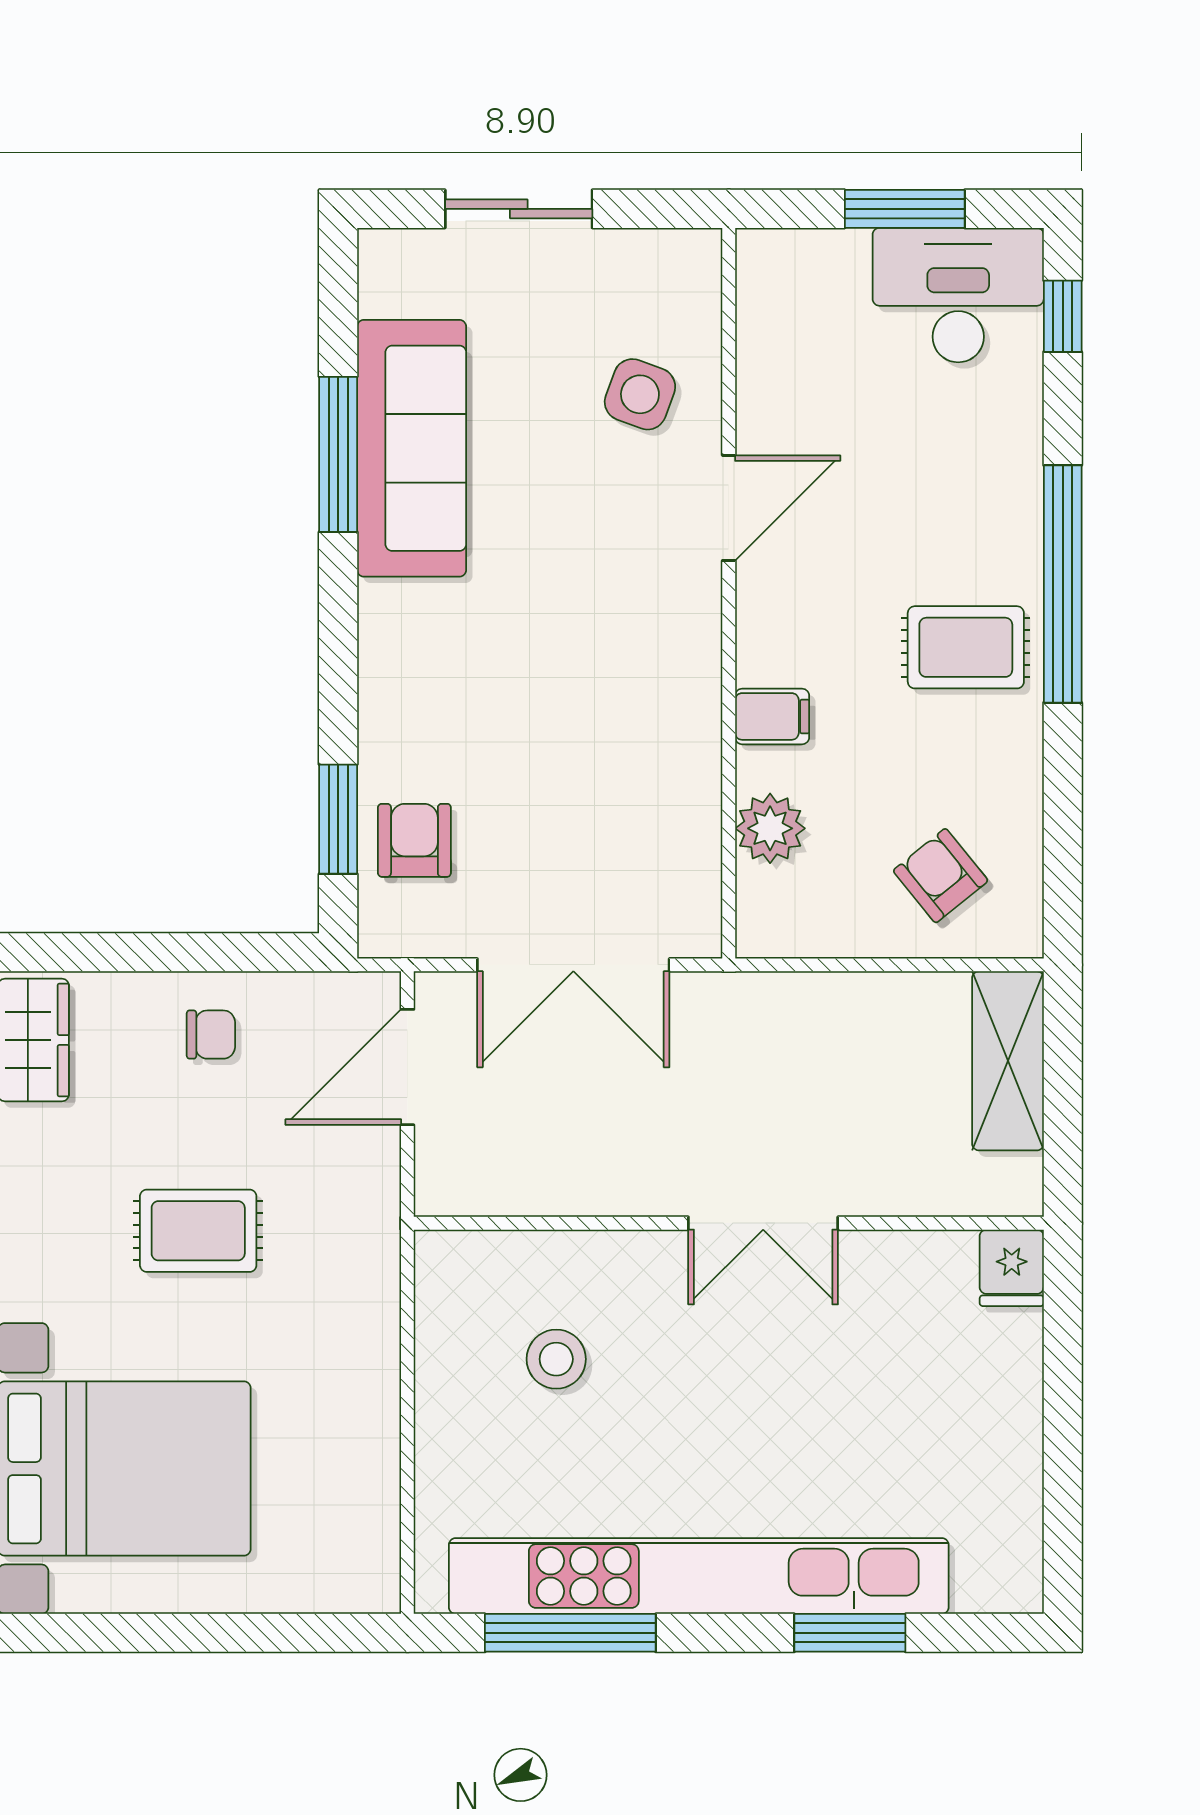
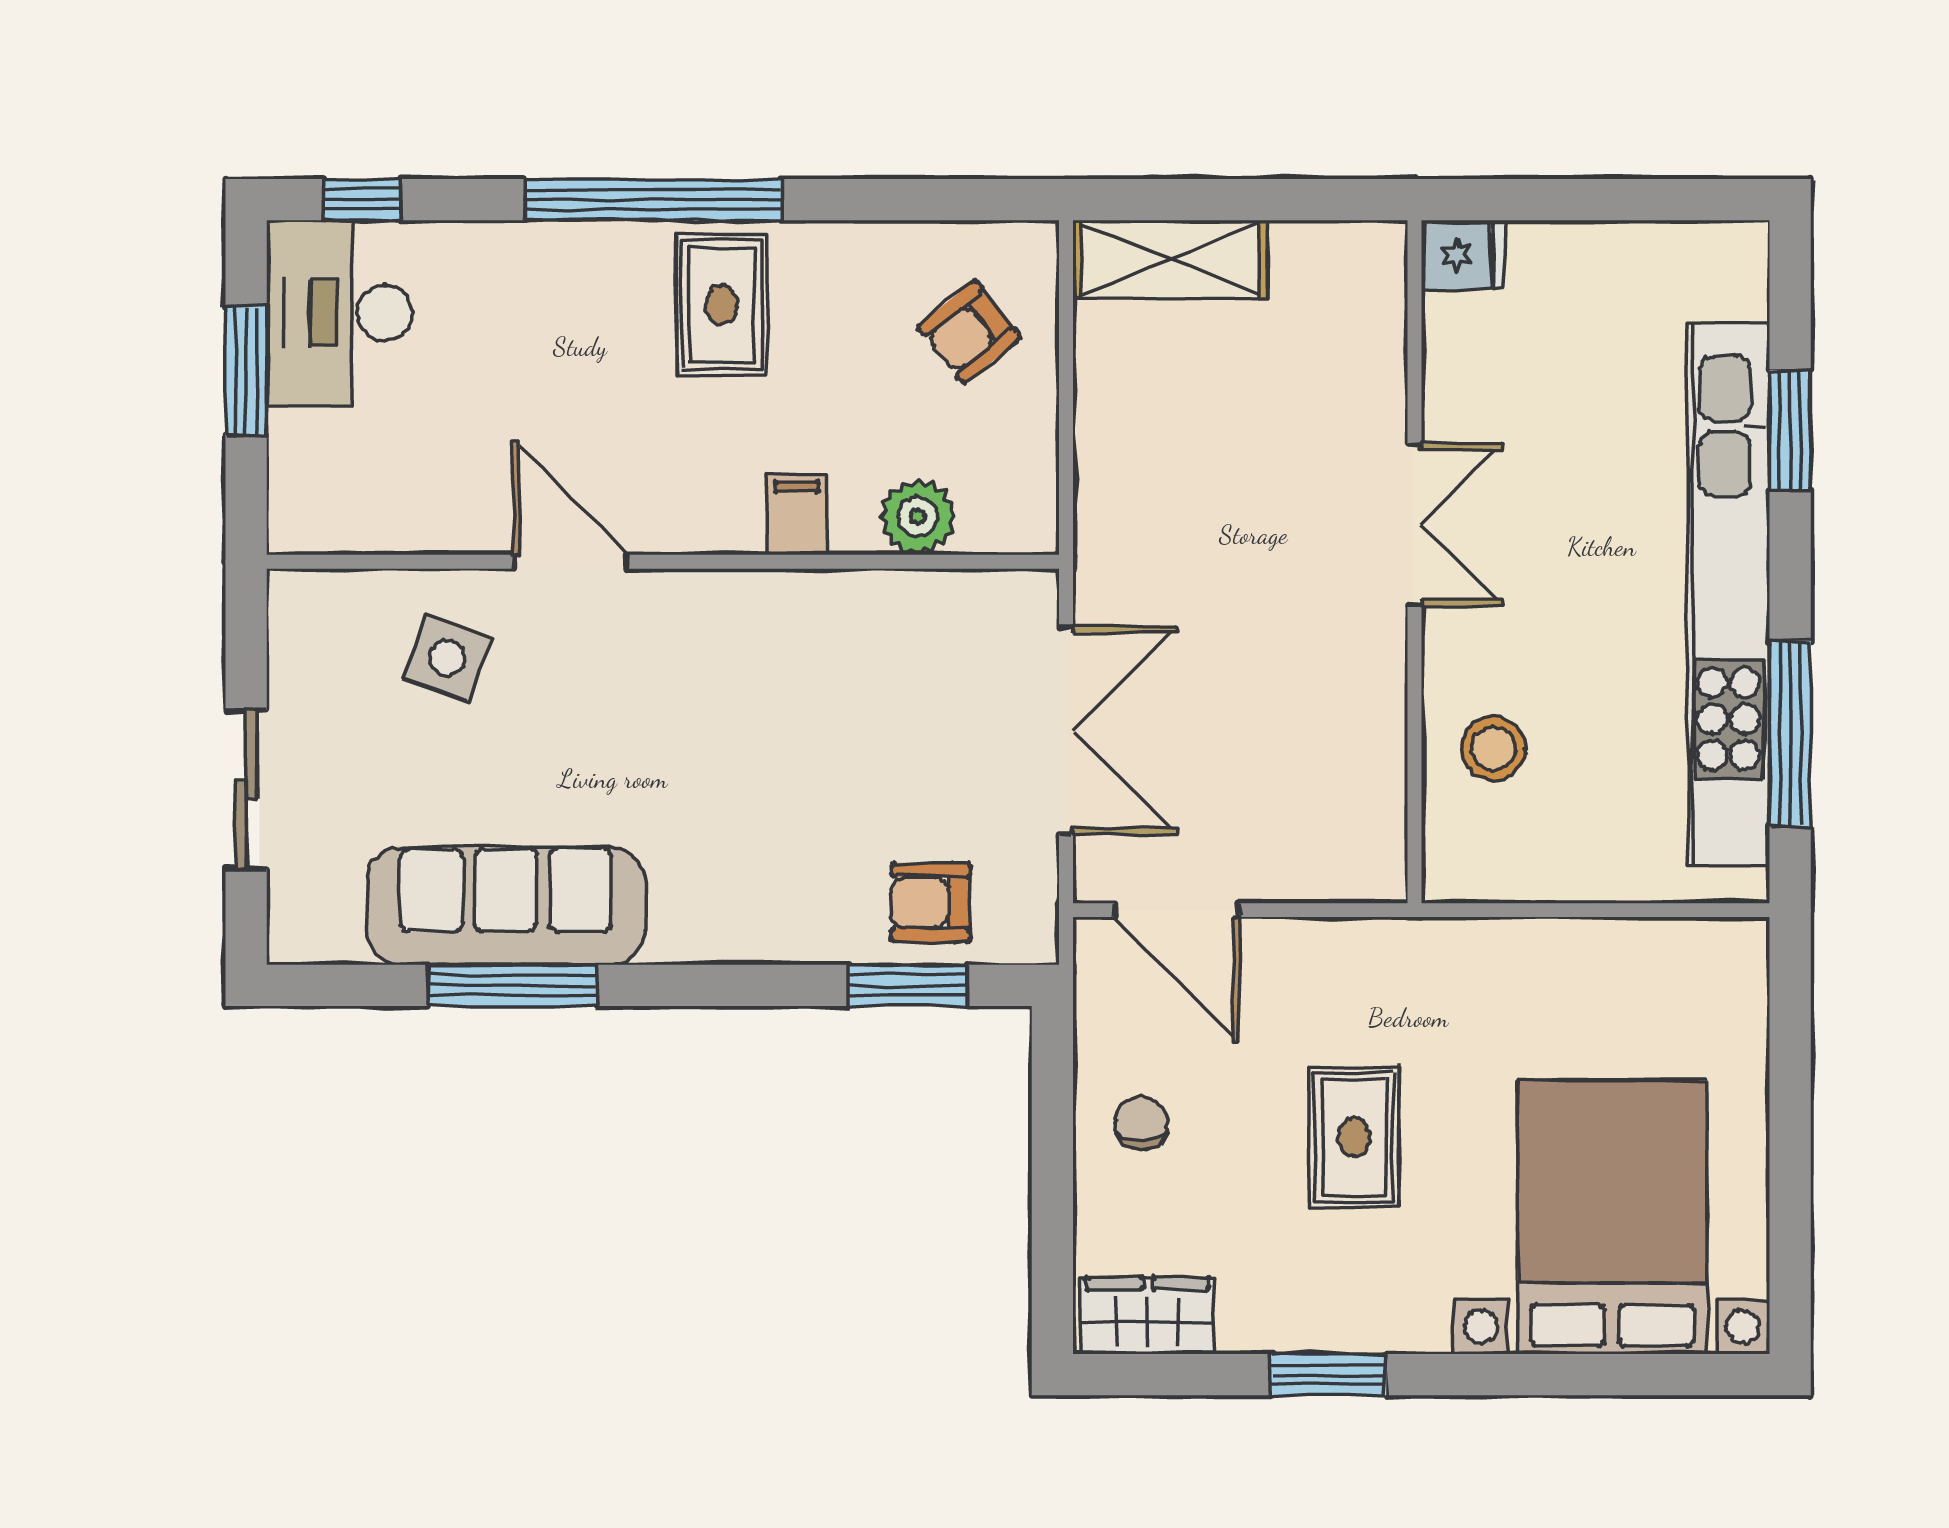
wall: (729, 1223) -> (1414, 562), moved
double door: (763, 1223) -> (1414, 524), moved
fridge: (1012, 1268) -> (1463, 255), moved

